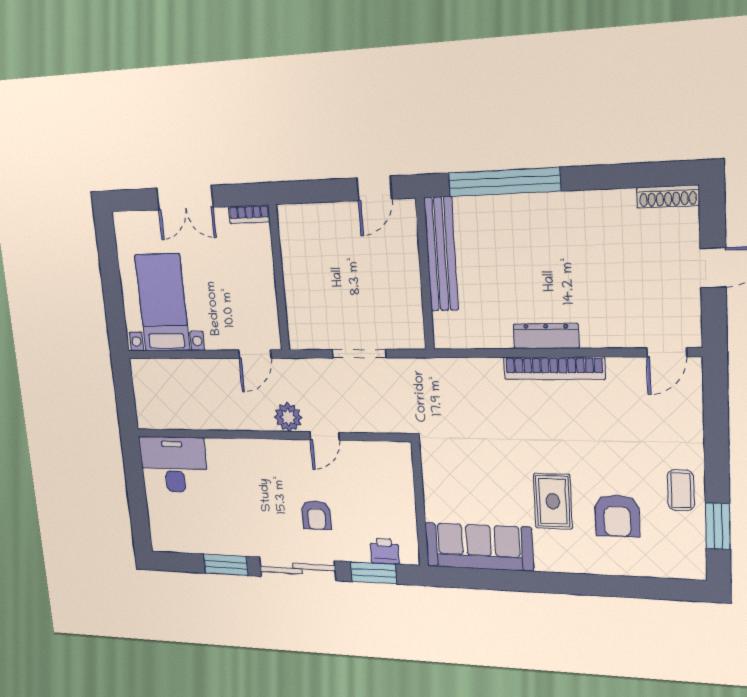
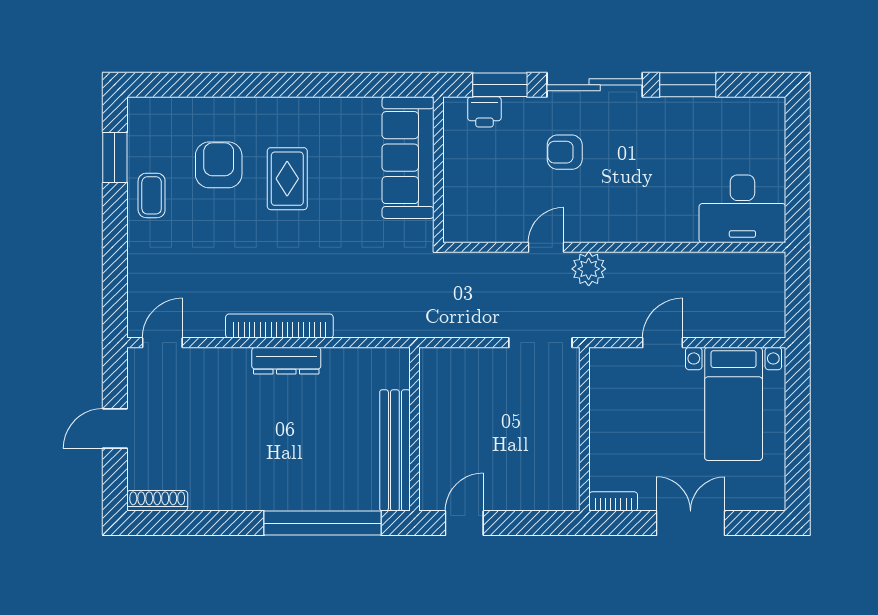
door: (255, 354) -> (663, 343), moved
doorway: (359, 354) -> (540, 343), moved
armchair: (316, 515) -> (565, 152), turned -90
sofa: (479, 547) -> (408, 158), moved, turned 90

